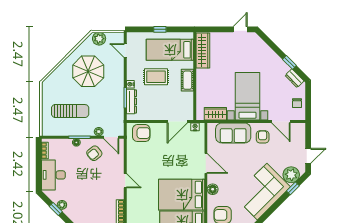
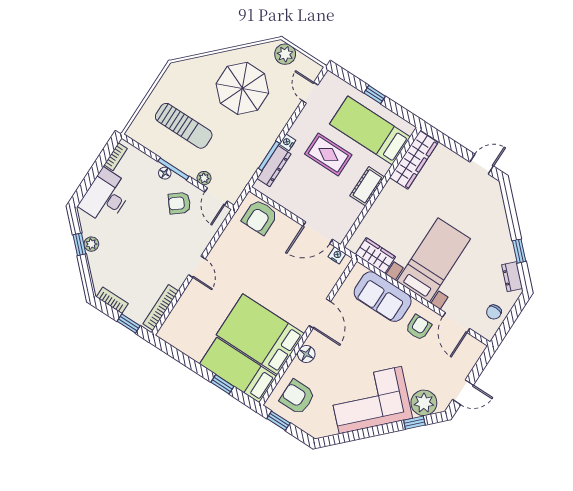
armchair: (141, 133) -> (260, 217), turned 90

